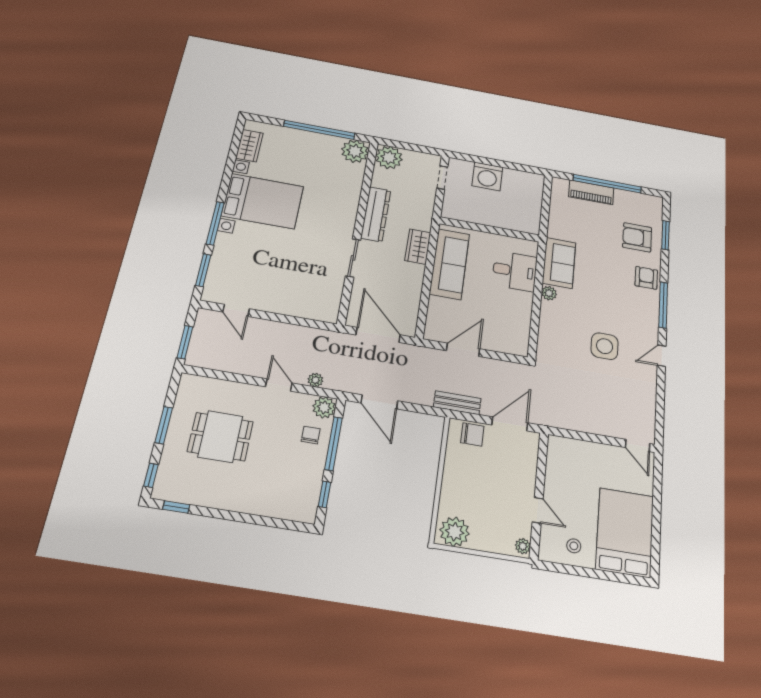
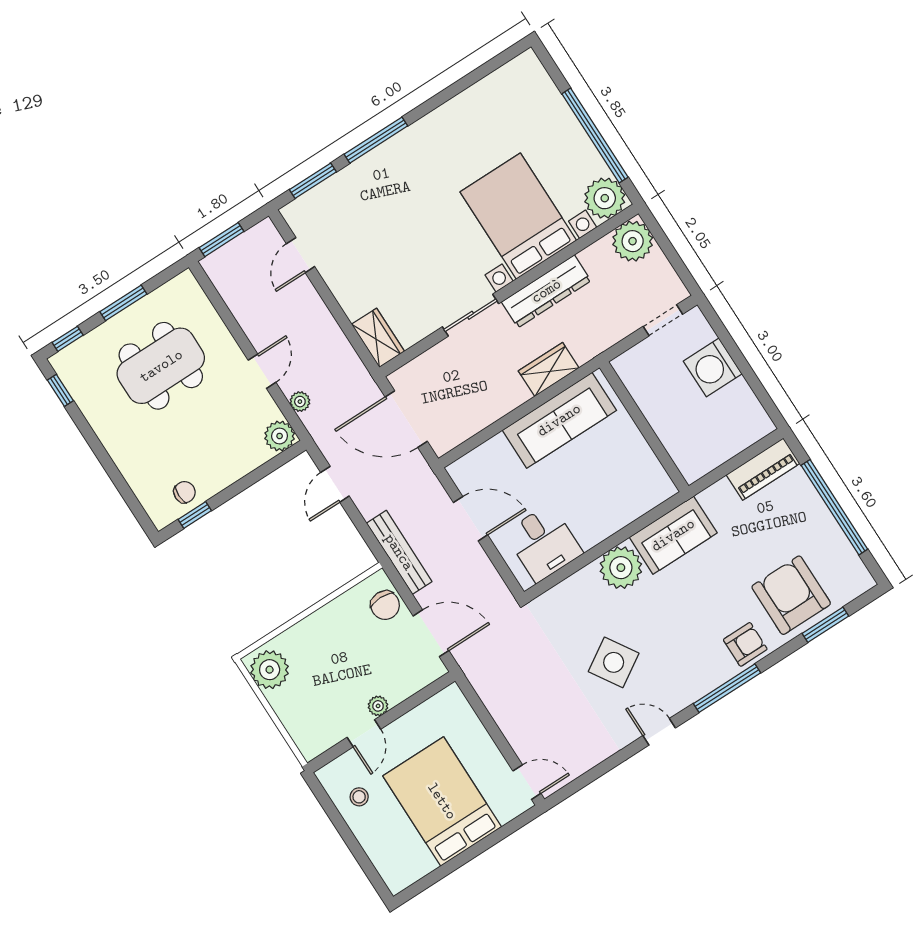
wardrobe: (249, 146) -> (378, 338), moved, turned -90
piano: (591, 192) -> (763, 469), moved, turned -90
bed with nightstands: (263, 201) -> (518, 216), moved, turned 180
armchair: (637, 237) -> (791, 595), width x1.36, depth x1.36
desk: (515, 271) -> (544, 543), moved
plant: (549, 293) -> (621, 568), width x1.87, depth x1.87
door: (378, 335) -> (406, 419), swing flipped
side table: (605, 346) -> (614, 662), turned -32
door: (379, 402) -> (335, 484), width x0.73
bench: (457, 403) -> (399, 552), width x1.36
chair: (311, 435) -> (185, 492), moved
dining table: (220, 437) -> (161, 366), width x1.37
window: (334, 444) -> (252, 478), removed
door: (638, 446) -> (527, 782), swing flipped
bed: (625, 532) -> (442, 801), moved, turned -90
plant: (523, 546) -> (378, 706), moved

